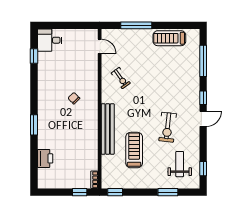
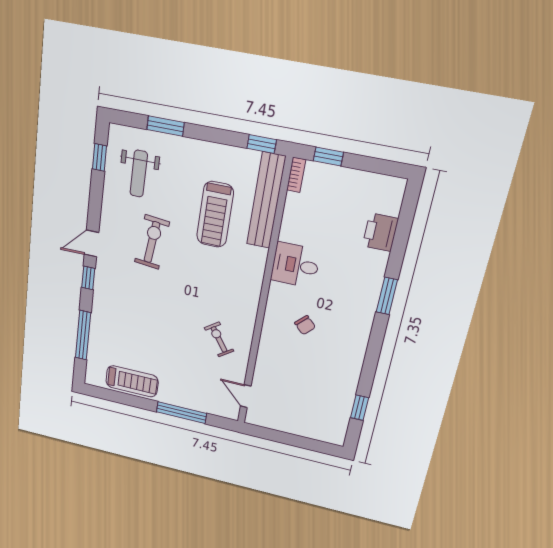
desk: (50, 40) -> (295, 265), moved, turned 180
bench: (108, 129) -> (266, 201), moved

